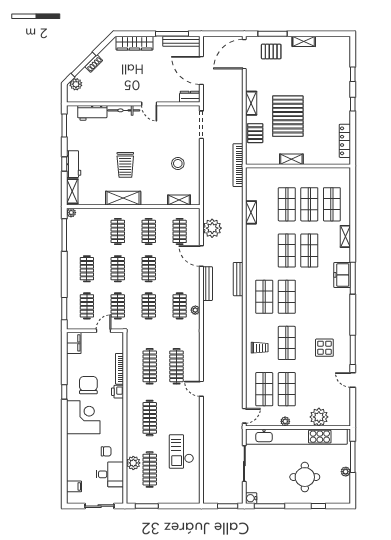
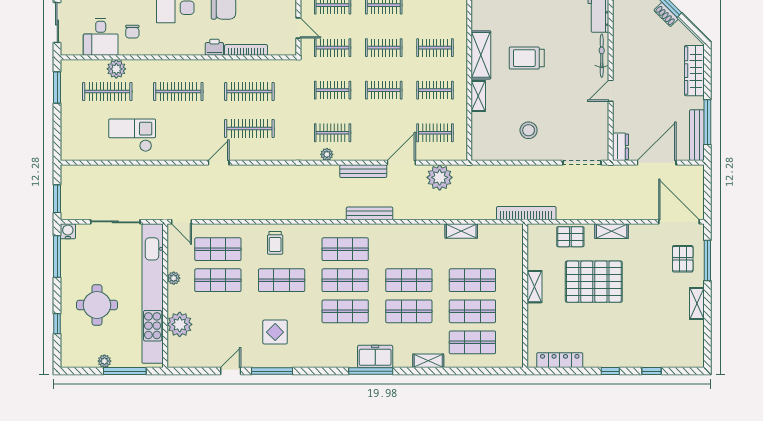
shelving: (179, 200) -> (478, 96), moved
shop shelf: (309, 297) -> (345, 311), added

